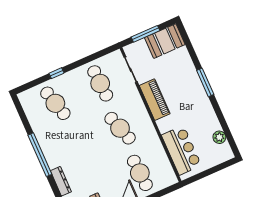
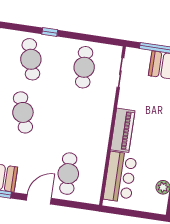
piano: (155, 100) -> (123, 130), moved
cafe table: (120, 128) -> (23, 112), moved

